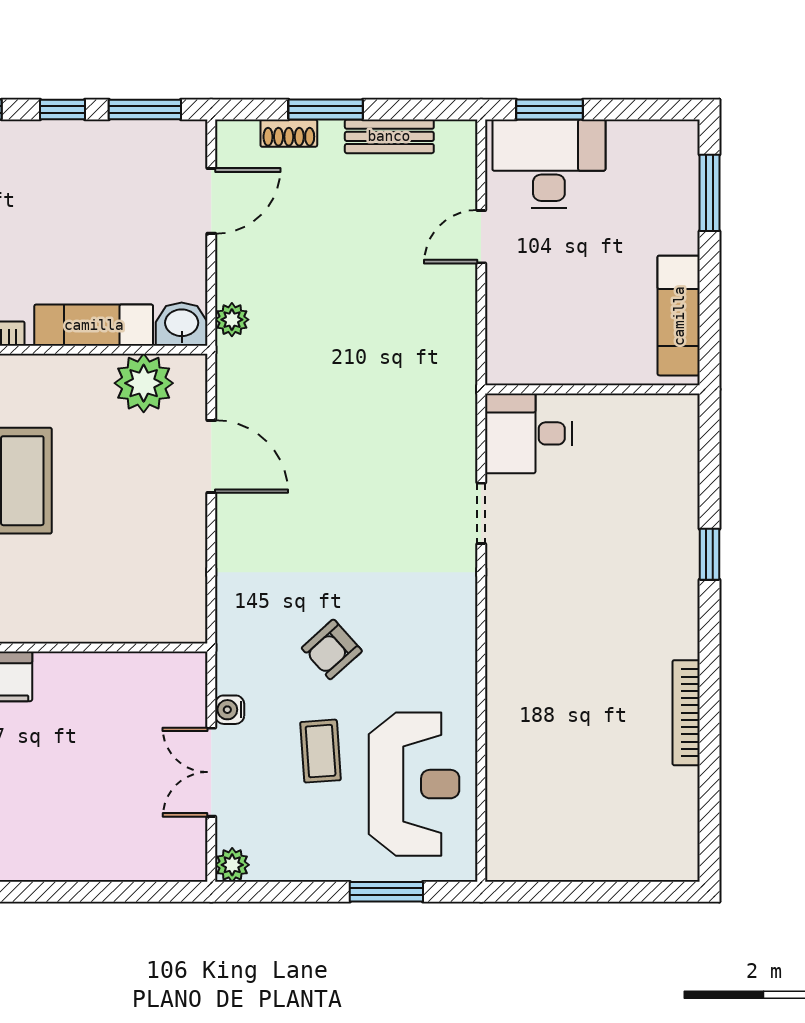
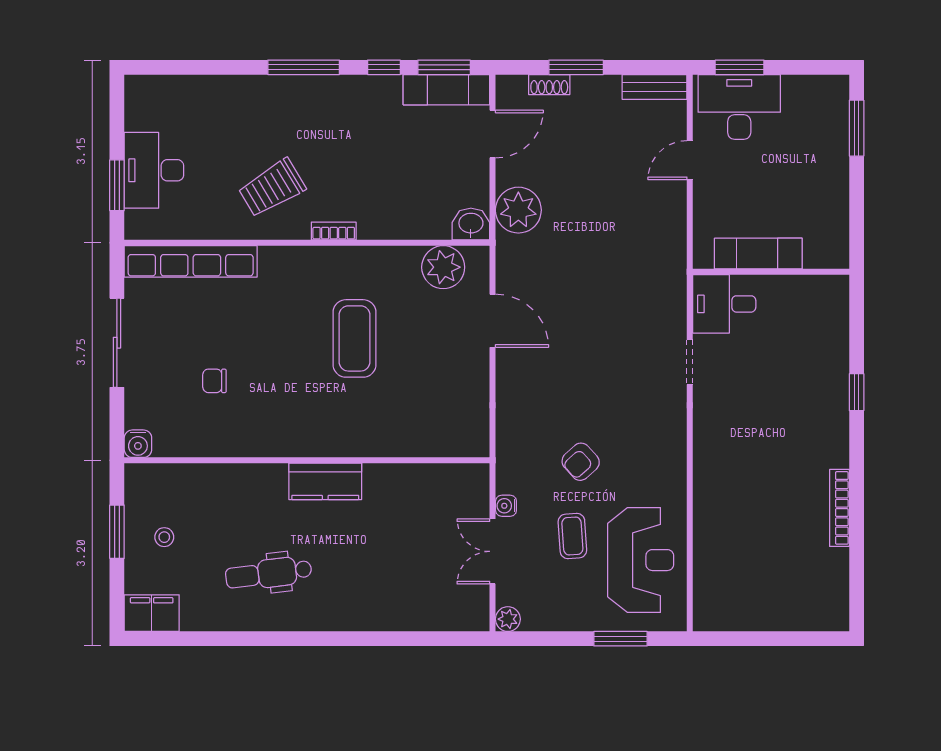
bench: (389, 136) -> (654, 87), moved
exam couch: (679, 316) -> (758, 254), moved, turned 90
plant: (232, 320) -> (518, 210), width x1.88, depth x1.88
exam couch: (94, 325) -> (446, 90), moved, turned 180

